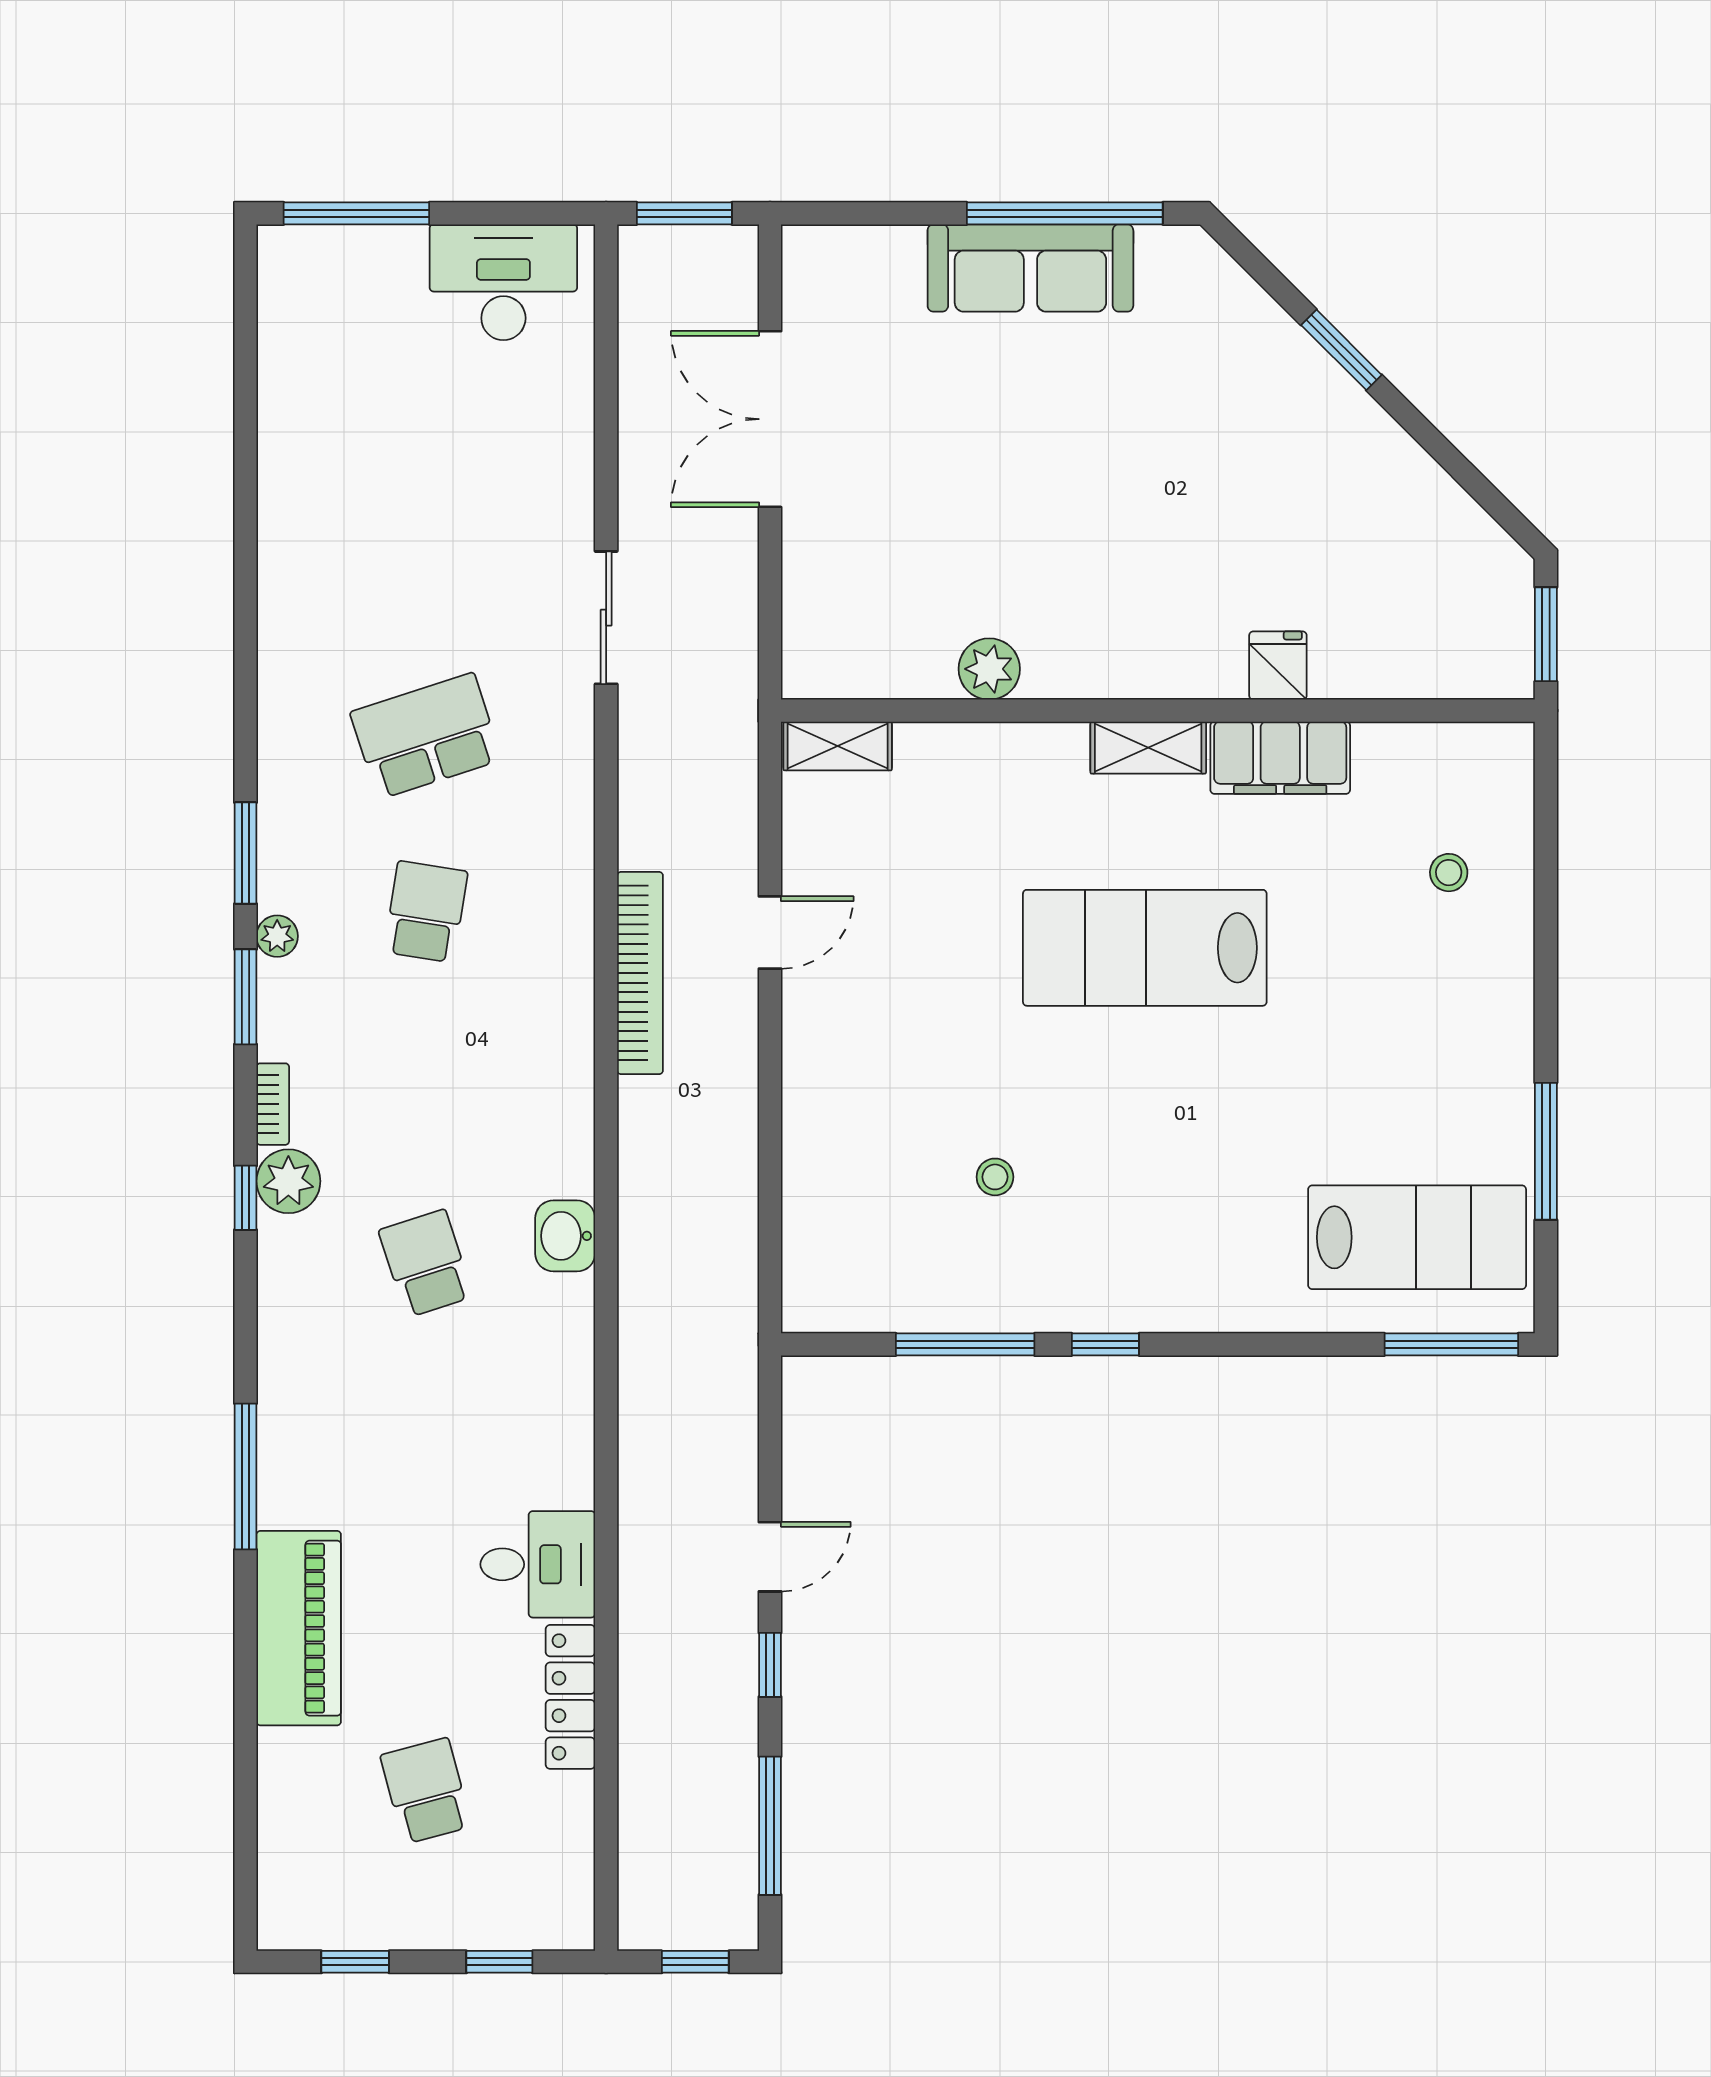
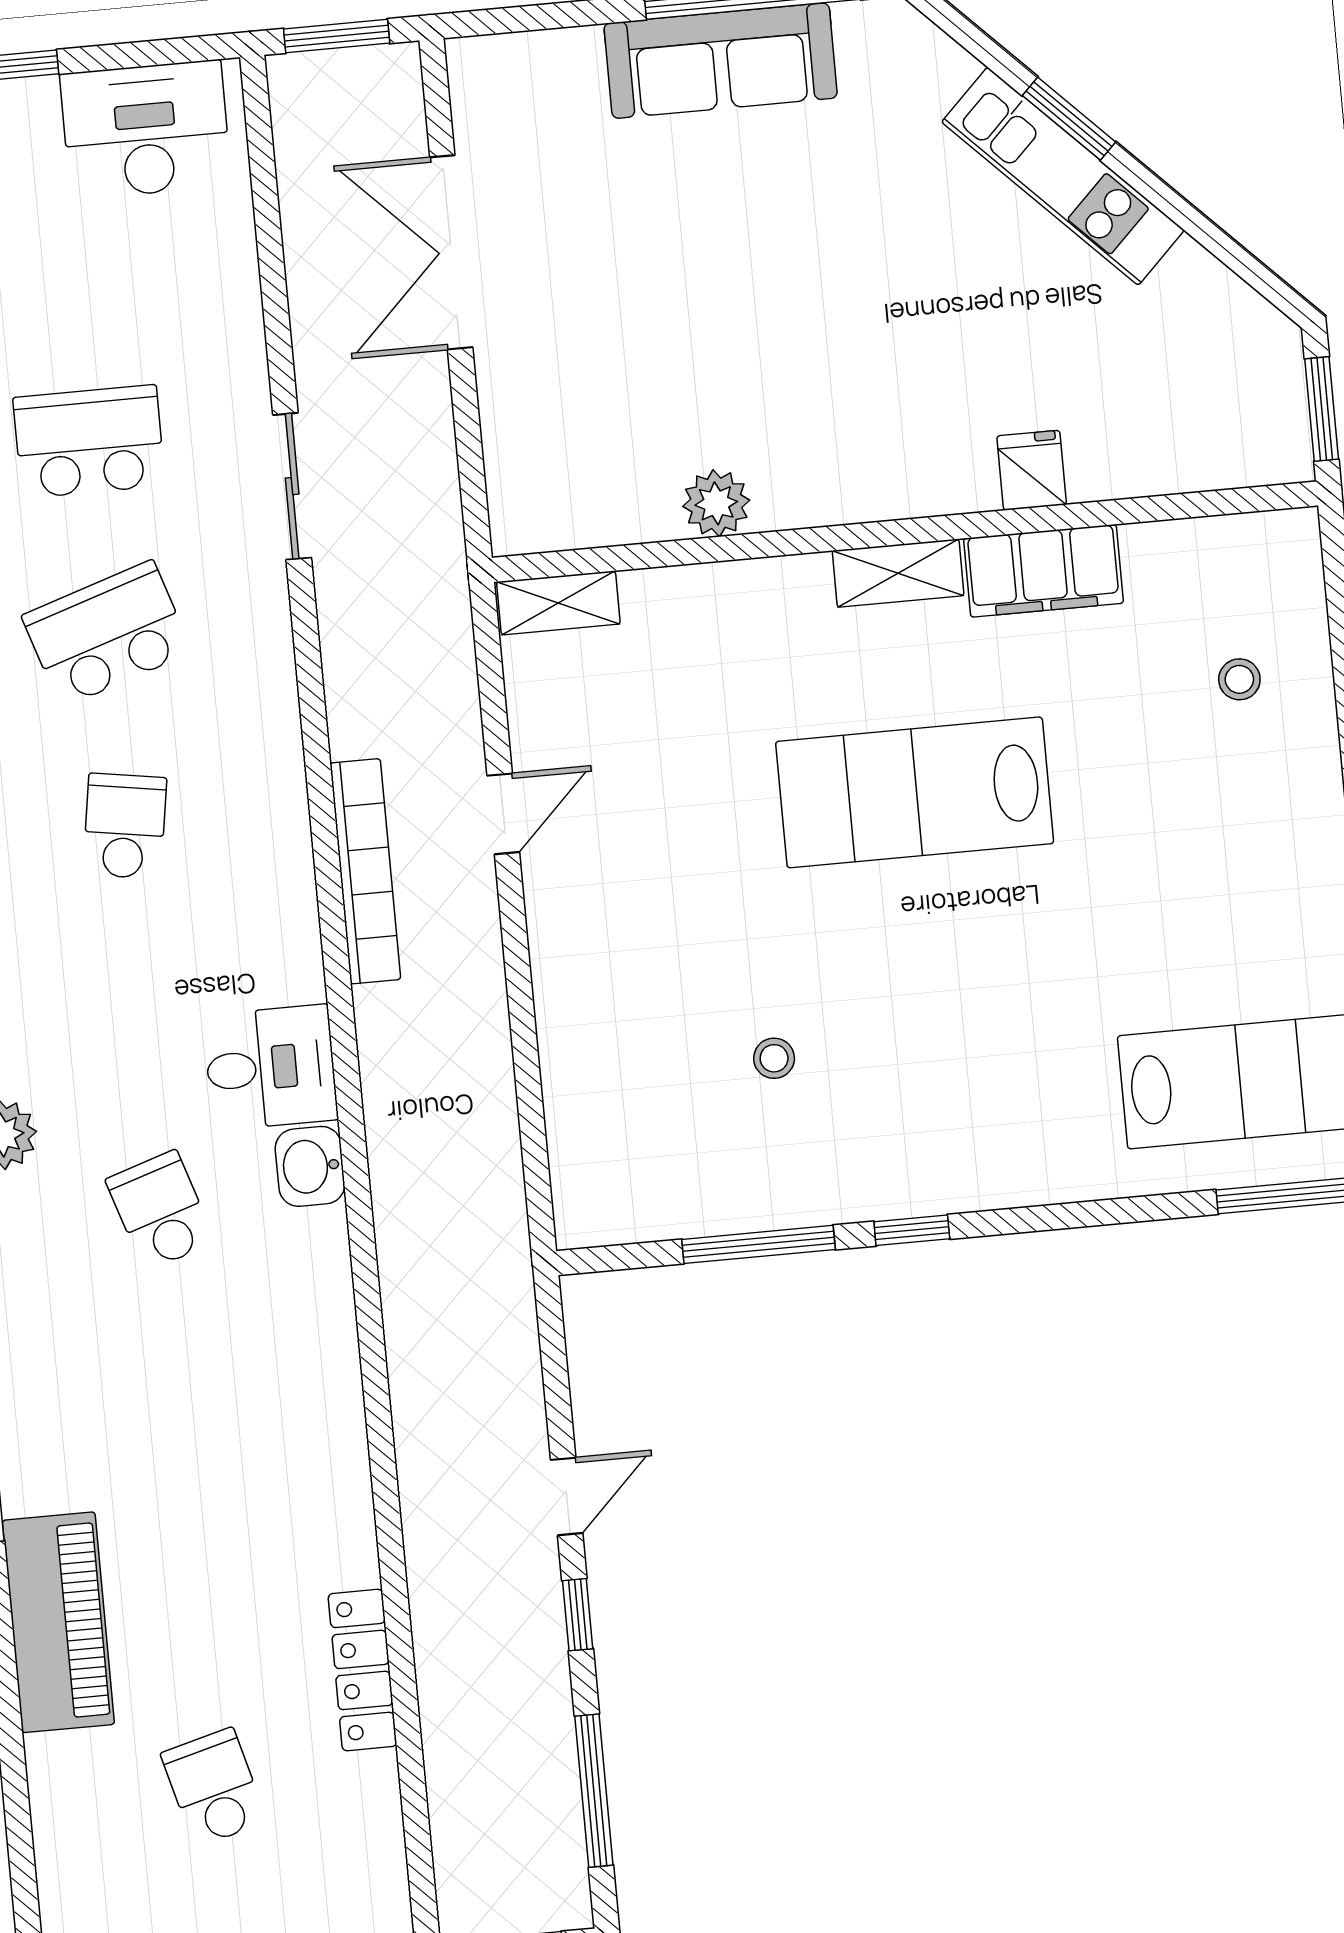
kitchen unit: (1331, 401) -> (1063, 176), added
school desk: (426, 560) -> (89, 441), added
desk: (538, 1564) -> (271, 1067), moved

